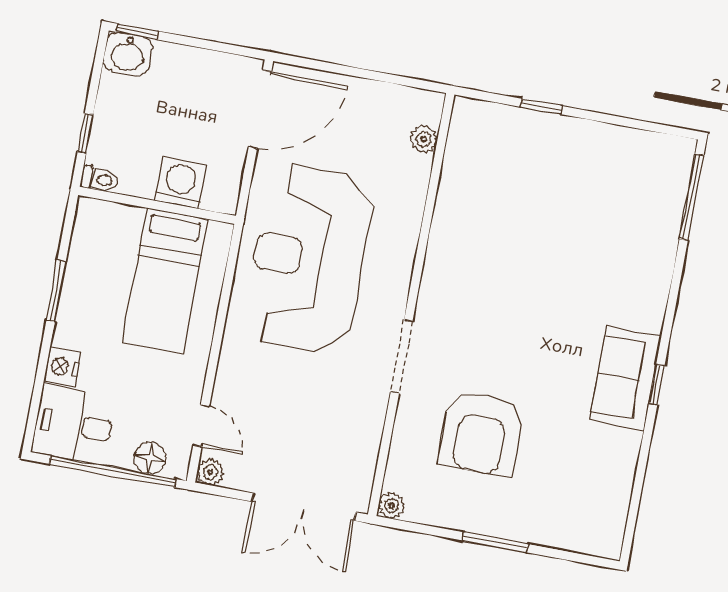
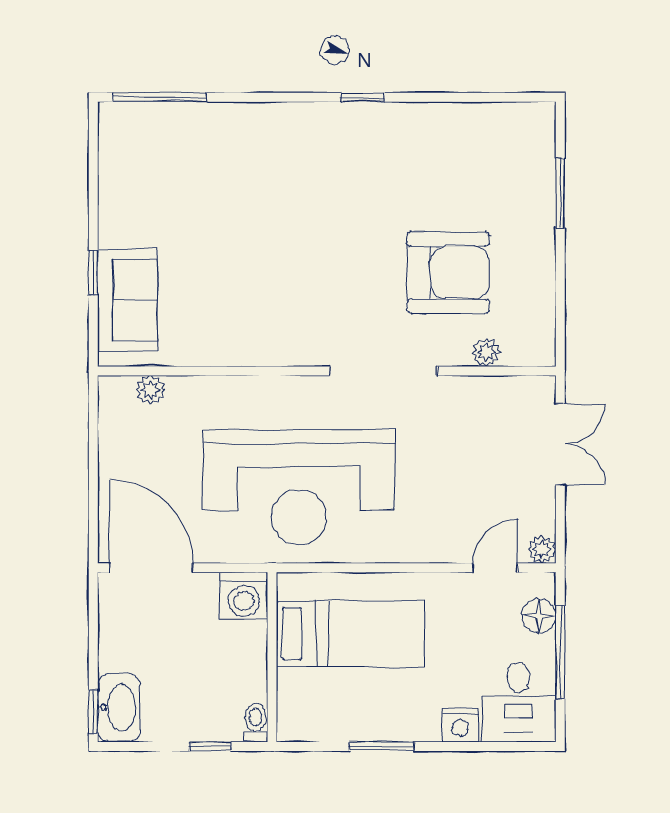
washbasin: (128, 54) -> (119, 708), width x1.38
washing machine: (180, 183) -> (244, 596), moved, turned -90
doorway: (402, 357) -> (383, 371), width x1.36
sofa: (625, 378) -> (127, 300), moved, turned -90
window: (113, 471) -> (560, 652), width x0.68
plant: (391, 506) -> (486, 352), moved
double door: (304, 507) -> (560, 444), width x0.73
window: (495, 542) -> (560, 193), moved

